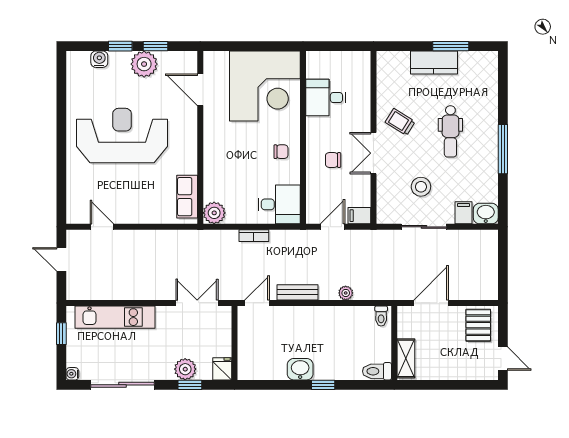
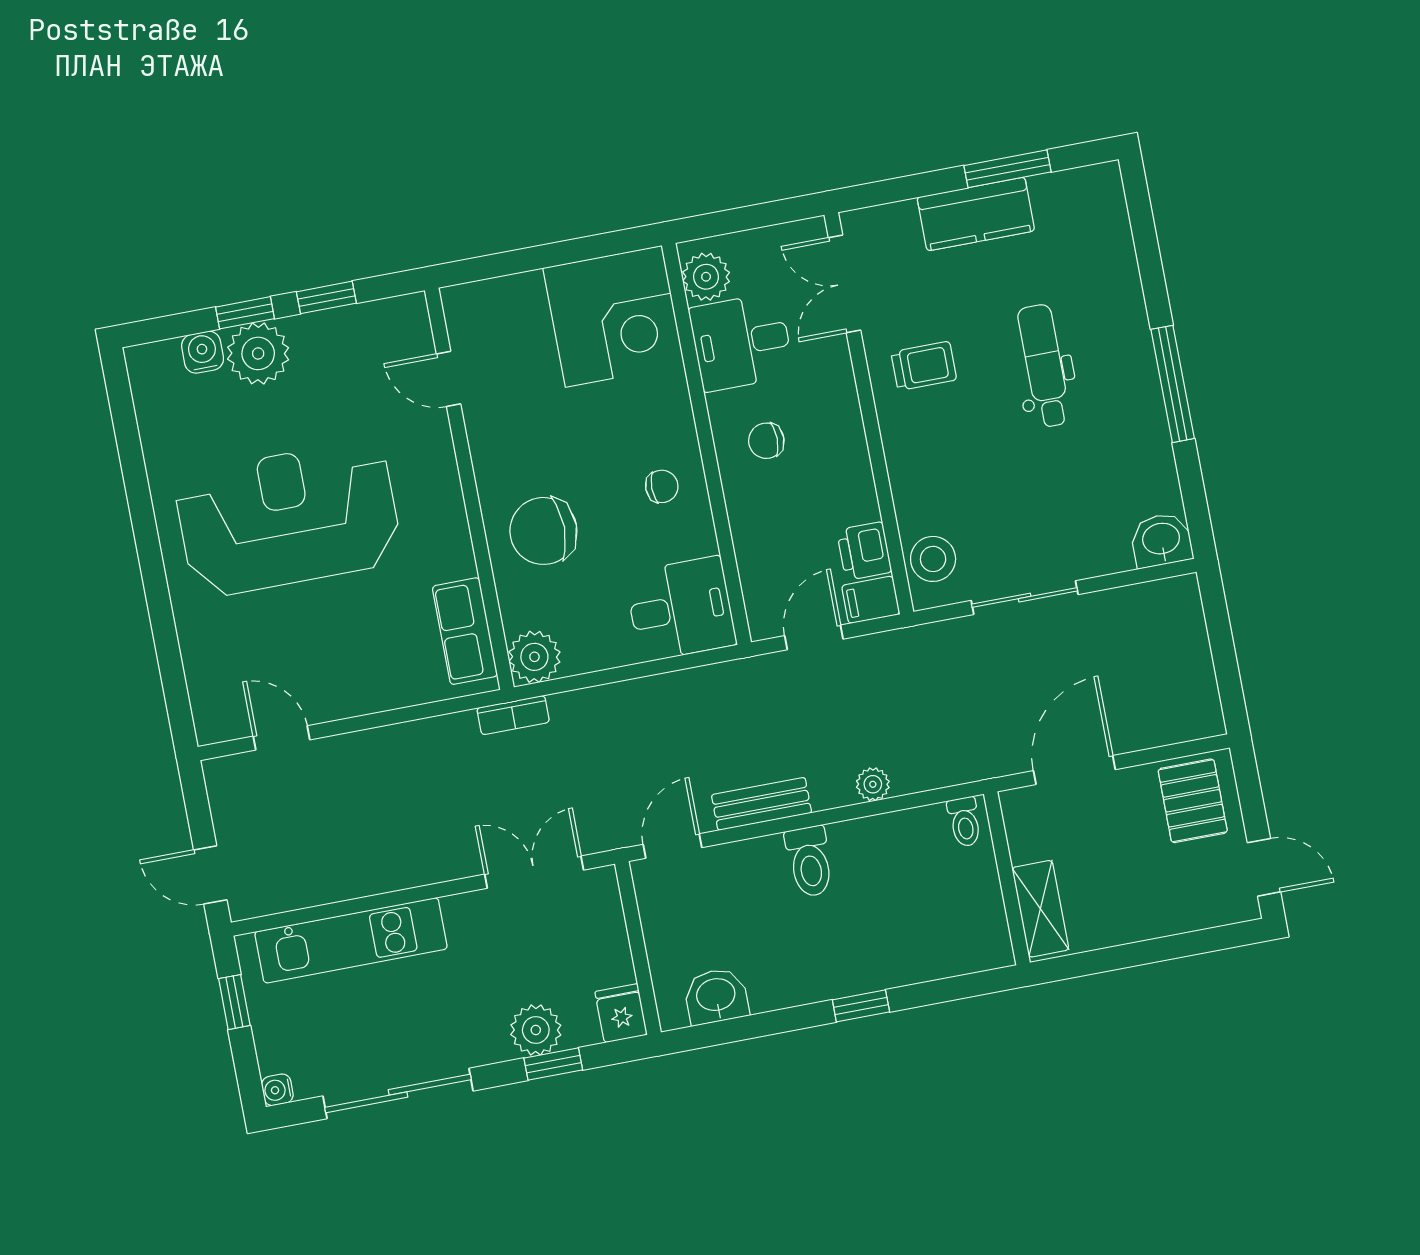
plant: (144, 64) -> (258, 353), moved
plant: (316, 67) -> (706, 277), added
corner desk: (265, 86) -> (614, 316), width x0.74, depth x0.74
door: (200, 90) -> (449, 379), width x0.73
trolley: (400, 122) -> (924, 366), turned 148
dental chair: (450, 131) -> (1044, 366), turned 180
double door: (373, 153) -> (844, 284), moved
chair: (333, 160) -> (766, 441), moved
chair: (228, 161) -> (543, 531), added
stool: (421, 187) -> (933, 559), moved
printer: (361, 195) -> (864, 551), added
filing cabinet: (464, 213) -> (1110, 548), removed
bookcase: (254, 236) -> (513, 715), moved
door: (61, 259) -> (210, 875), moved
washbasin: (300, 369) -> (716, 996), moved
toilet: (377, 371) -> (810, 862), moved, turned -90

